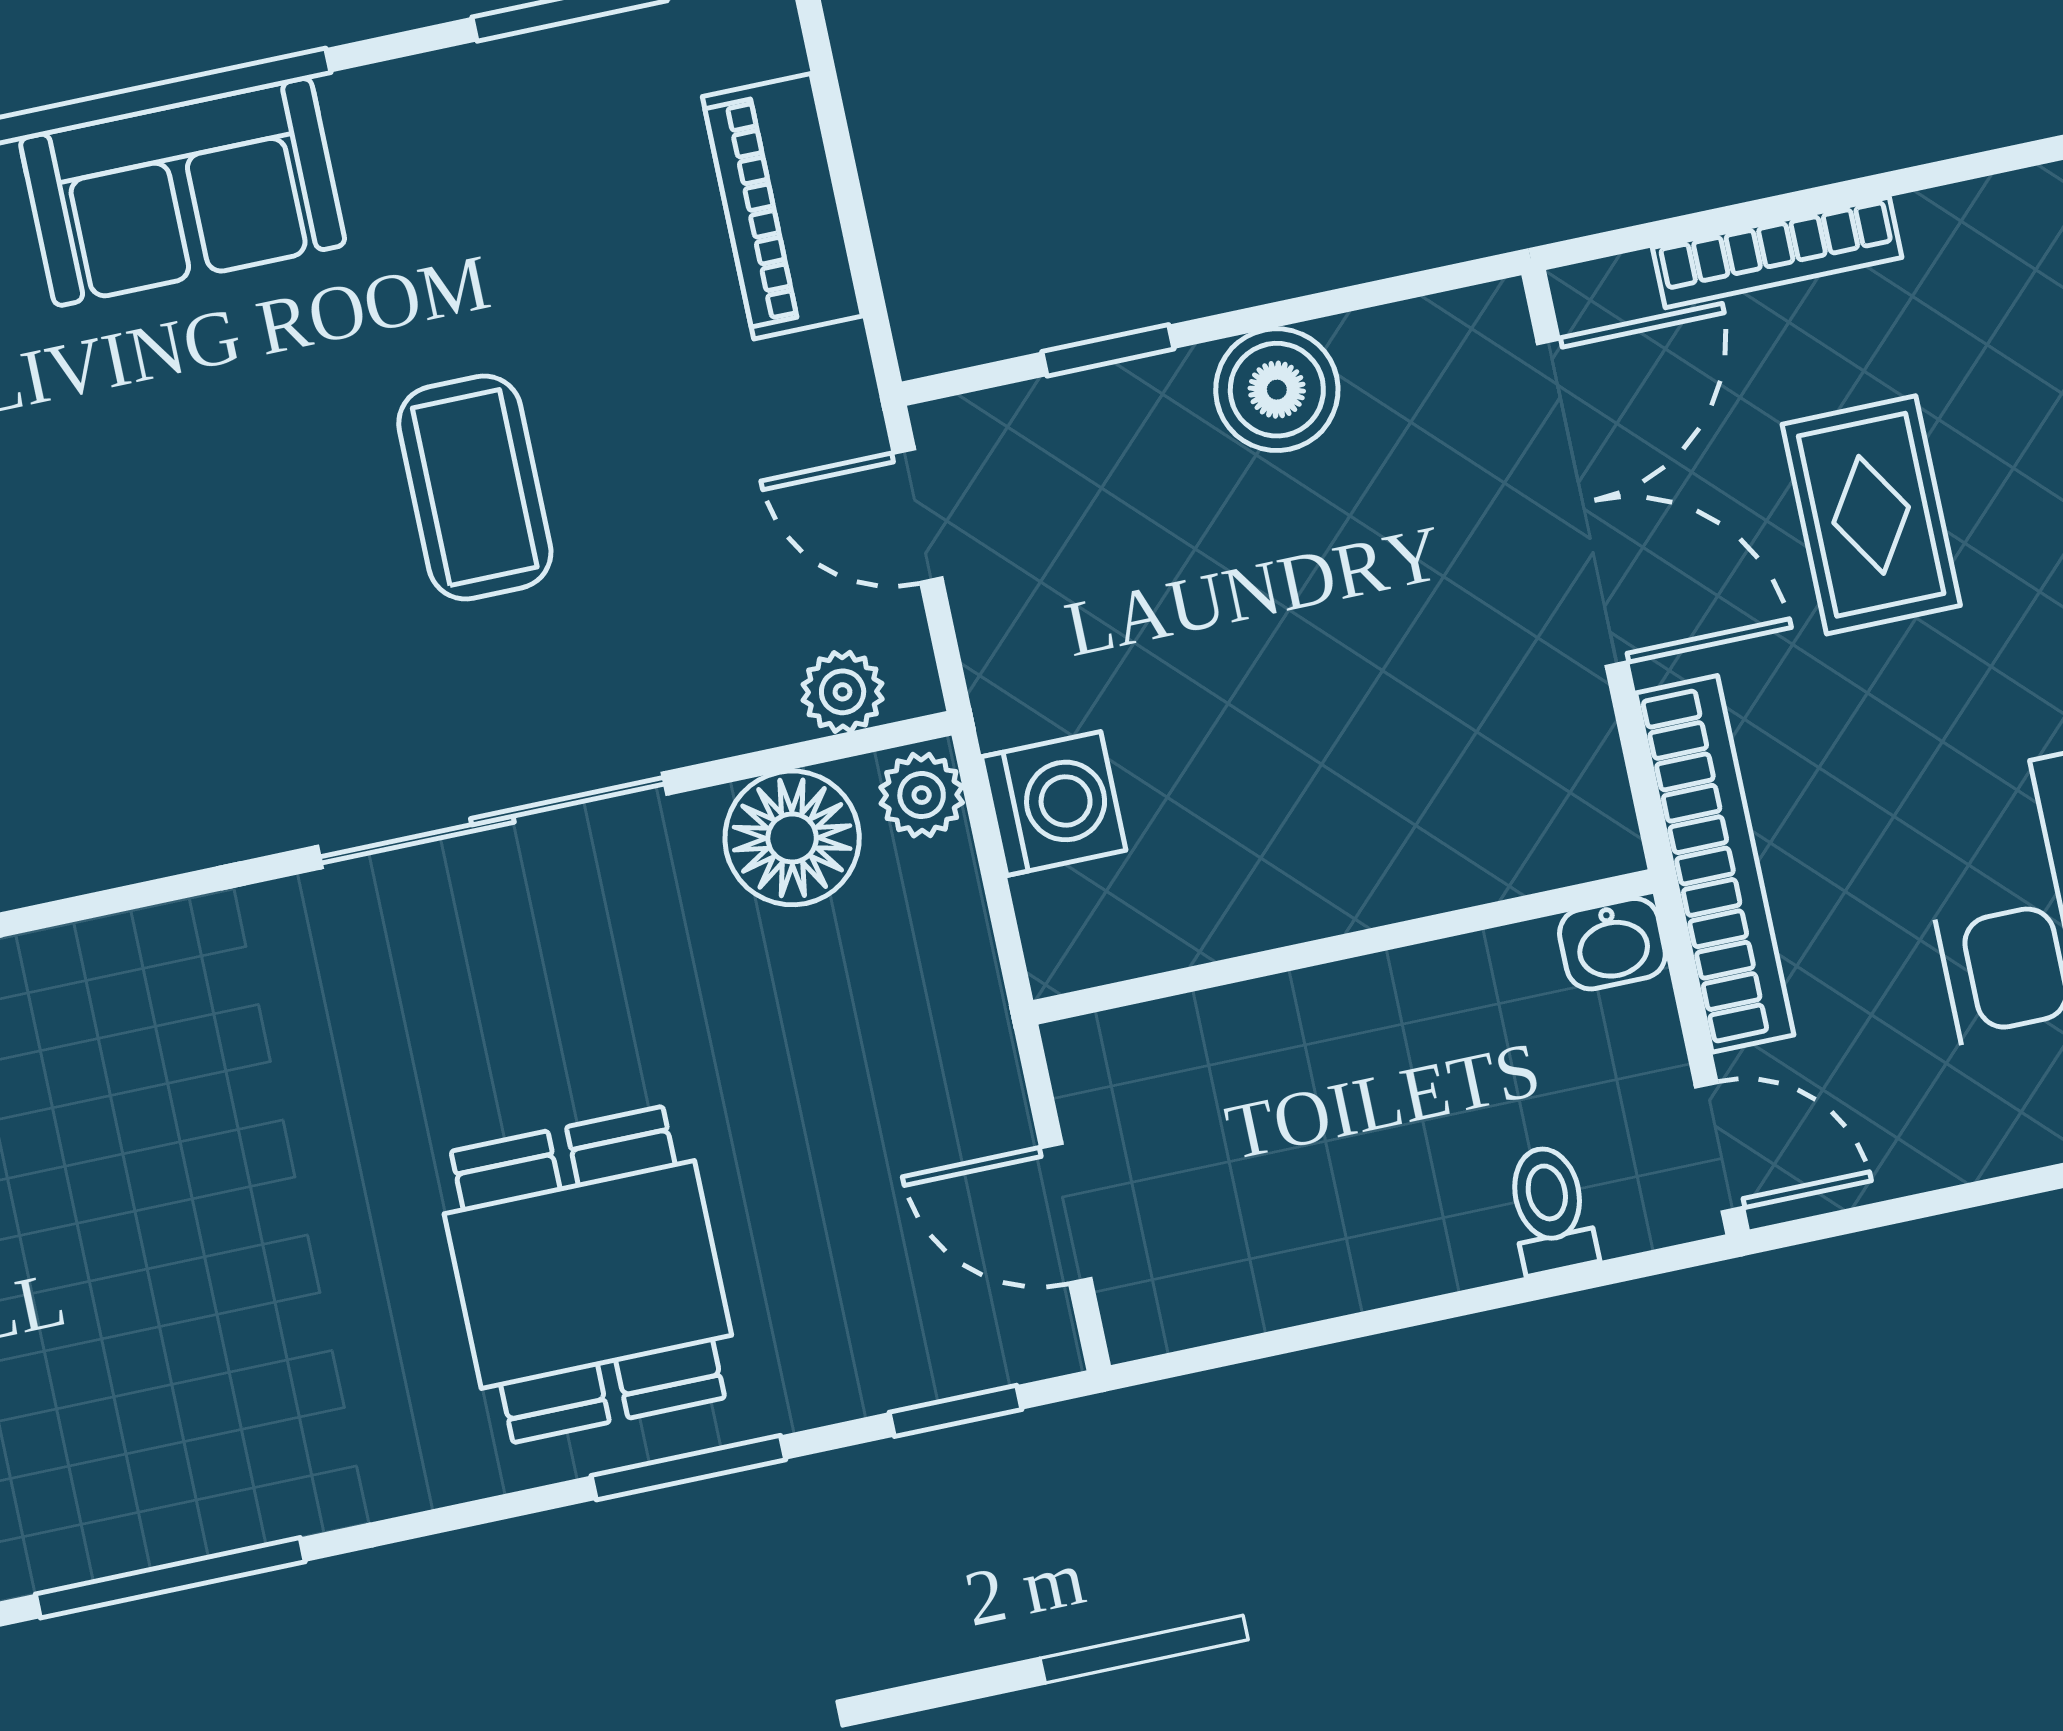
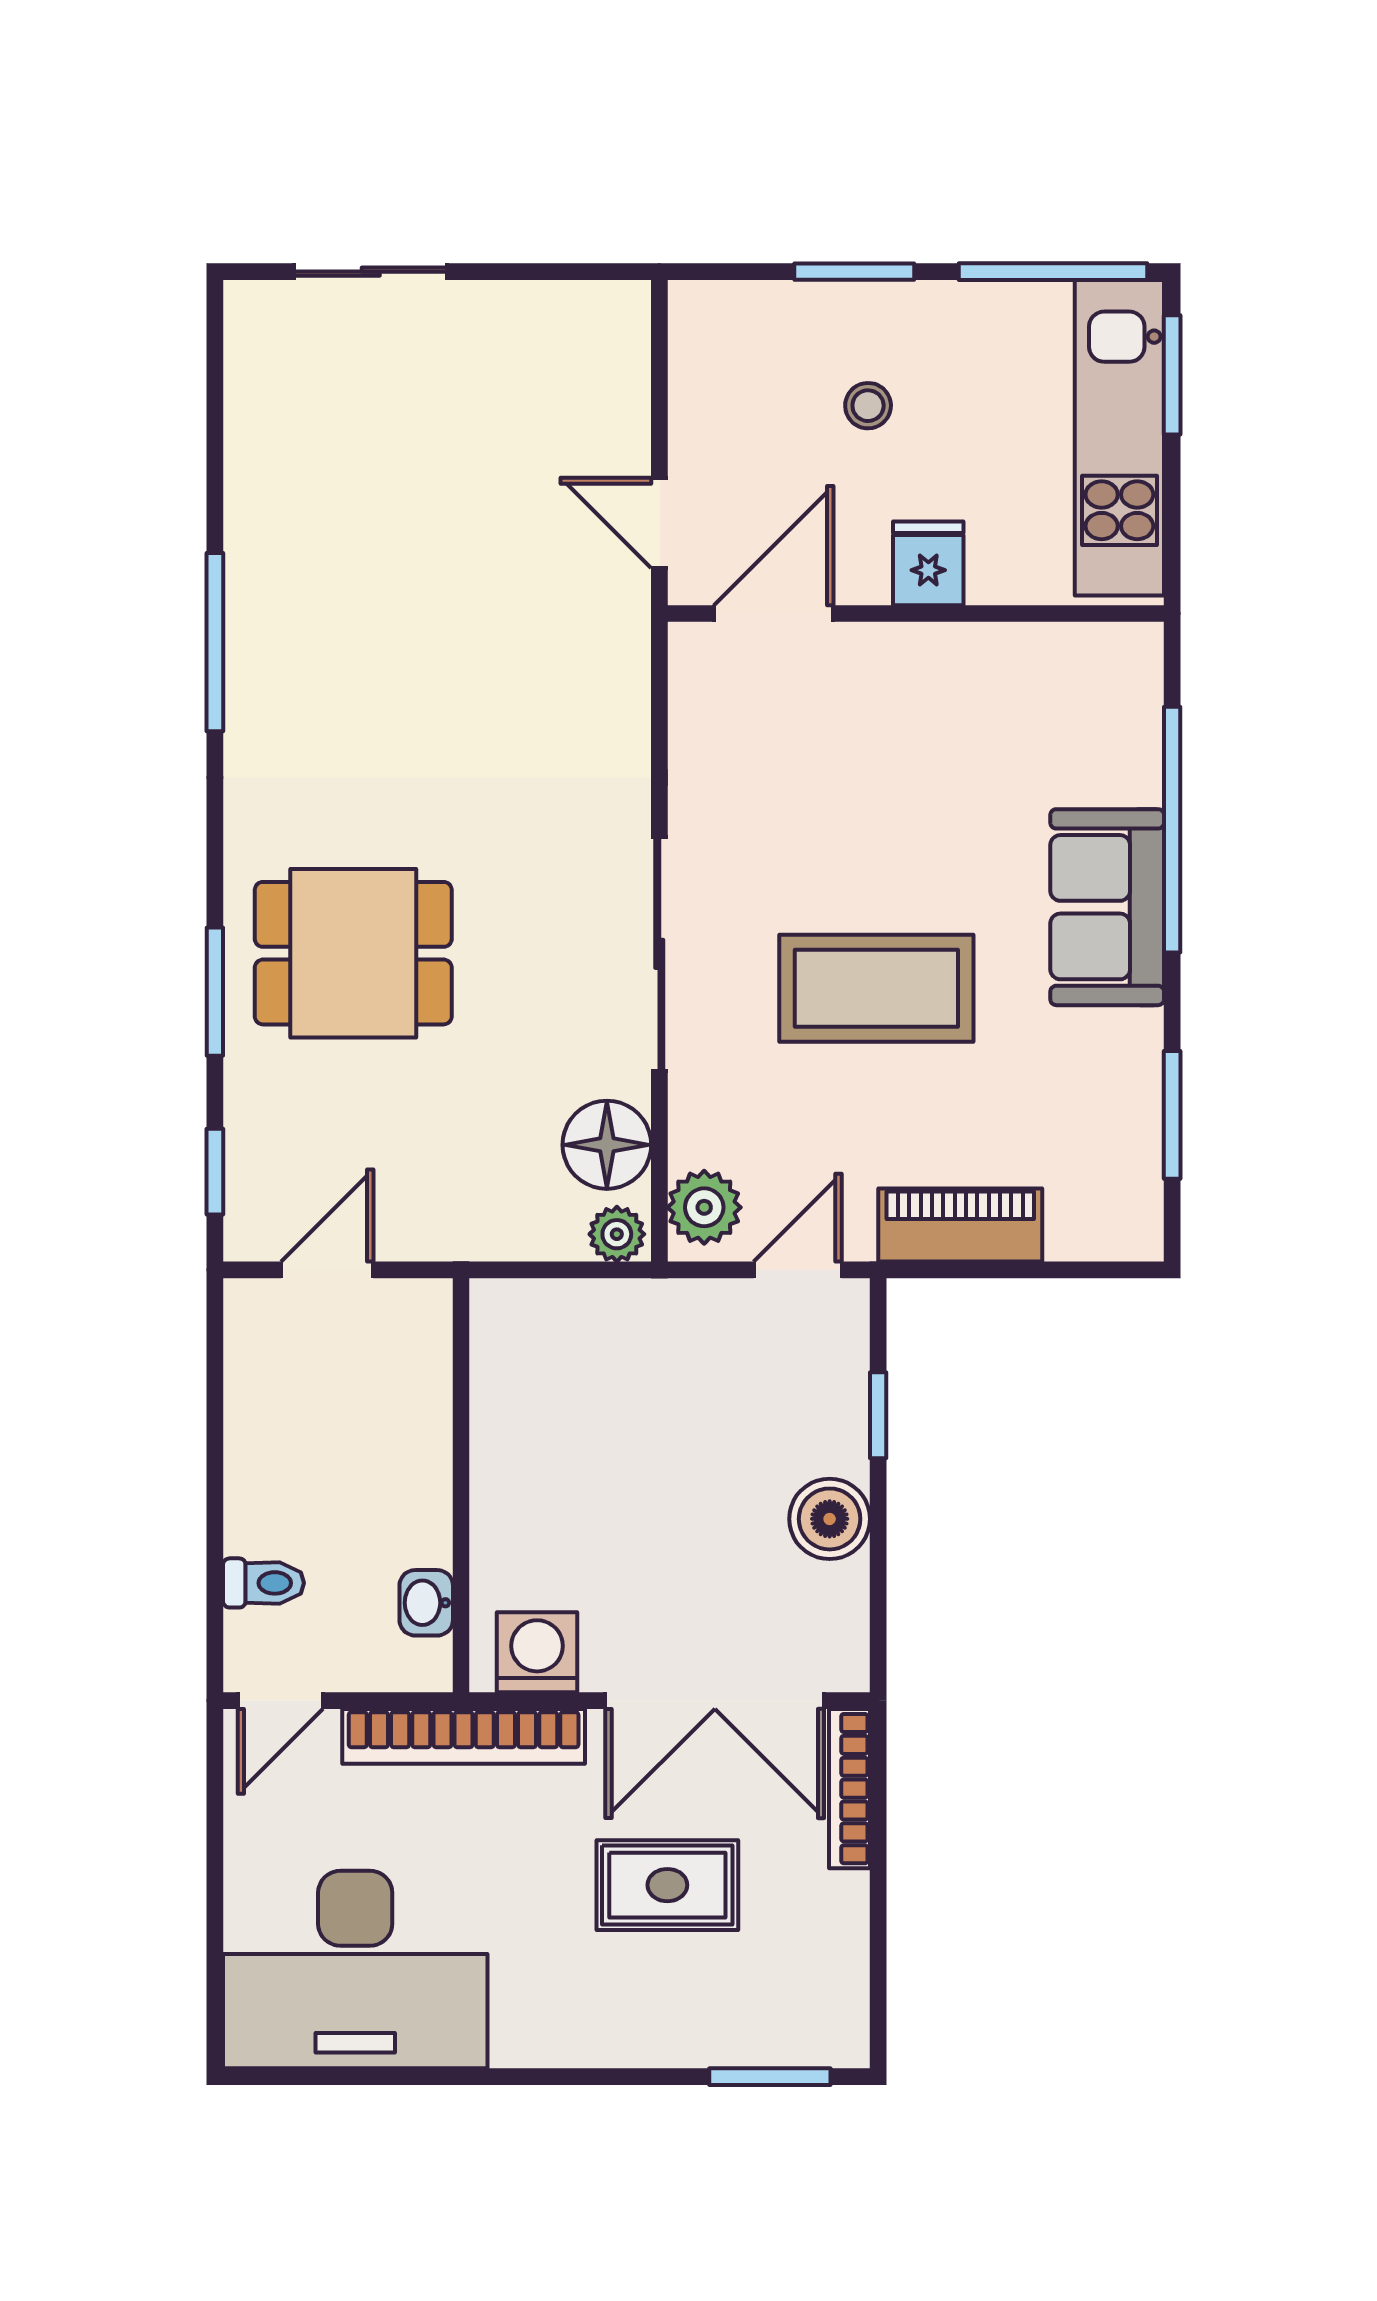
sofa: (183, 192) -> (1107, 907), moved
piano: (782, 206) -> (960, 1225), moved
bookcase: (1777, 252) -> (849, 1789), moved
coffee table: (475, 488) -> (876, 988), width x1.36, depth x1.32
plant: (843, 692) -> (704, 1207), width x1.38, depth x1.38
washing machine: (1054, 803) -> (537, 1652), moved, turned 180
washbasin: (1612, 944) -> (426, 1603), moved

